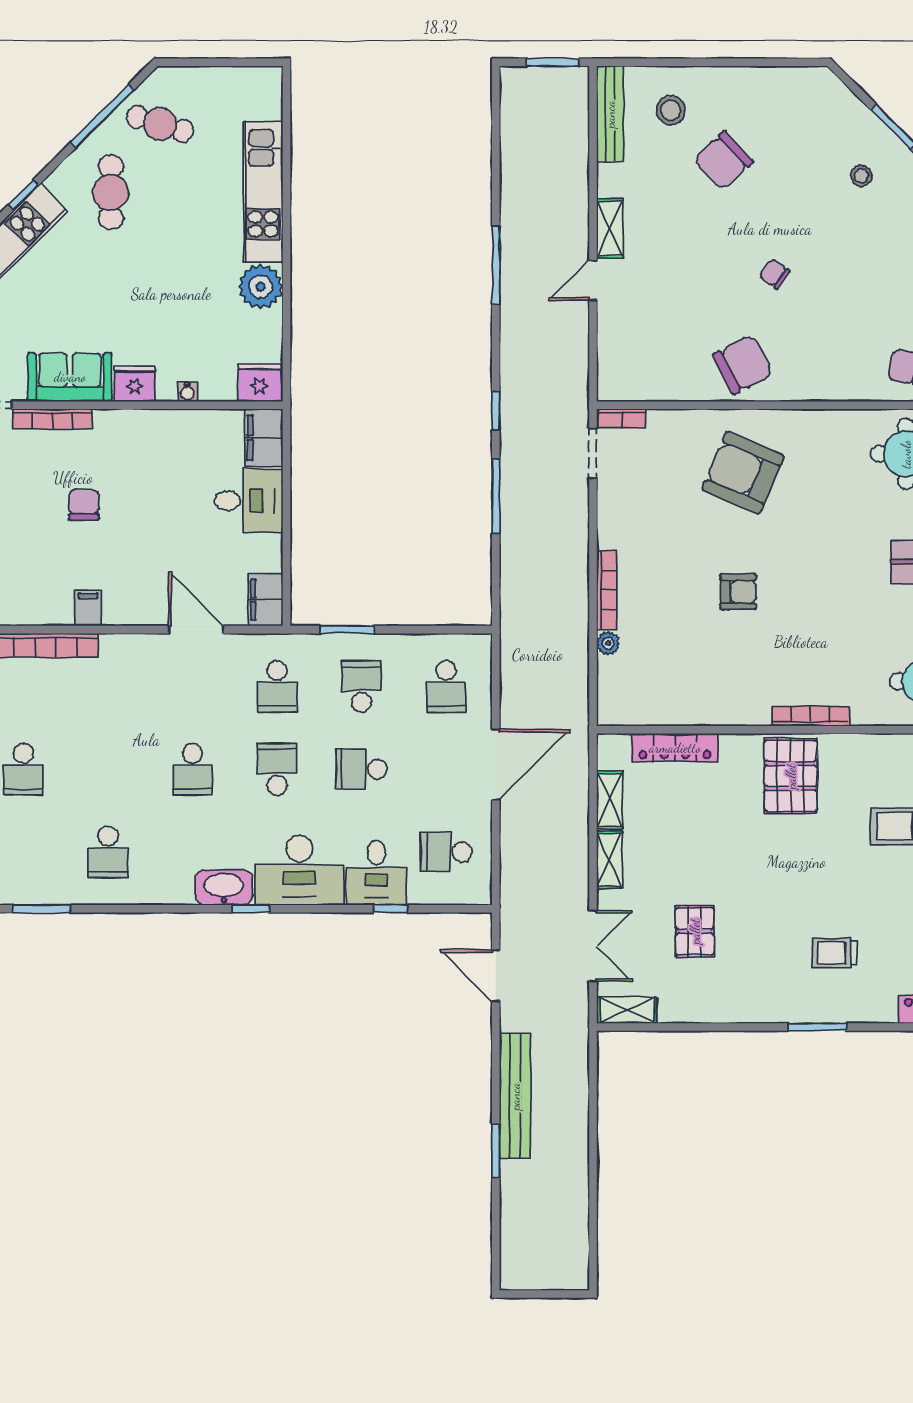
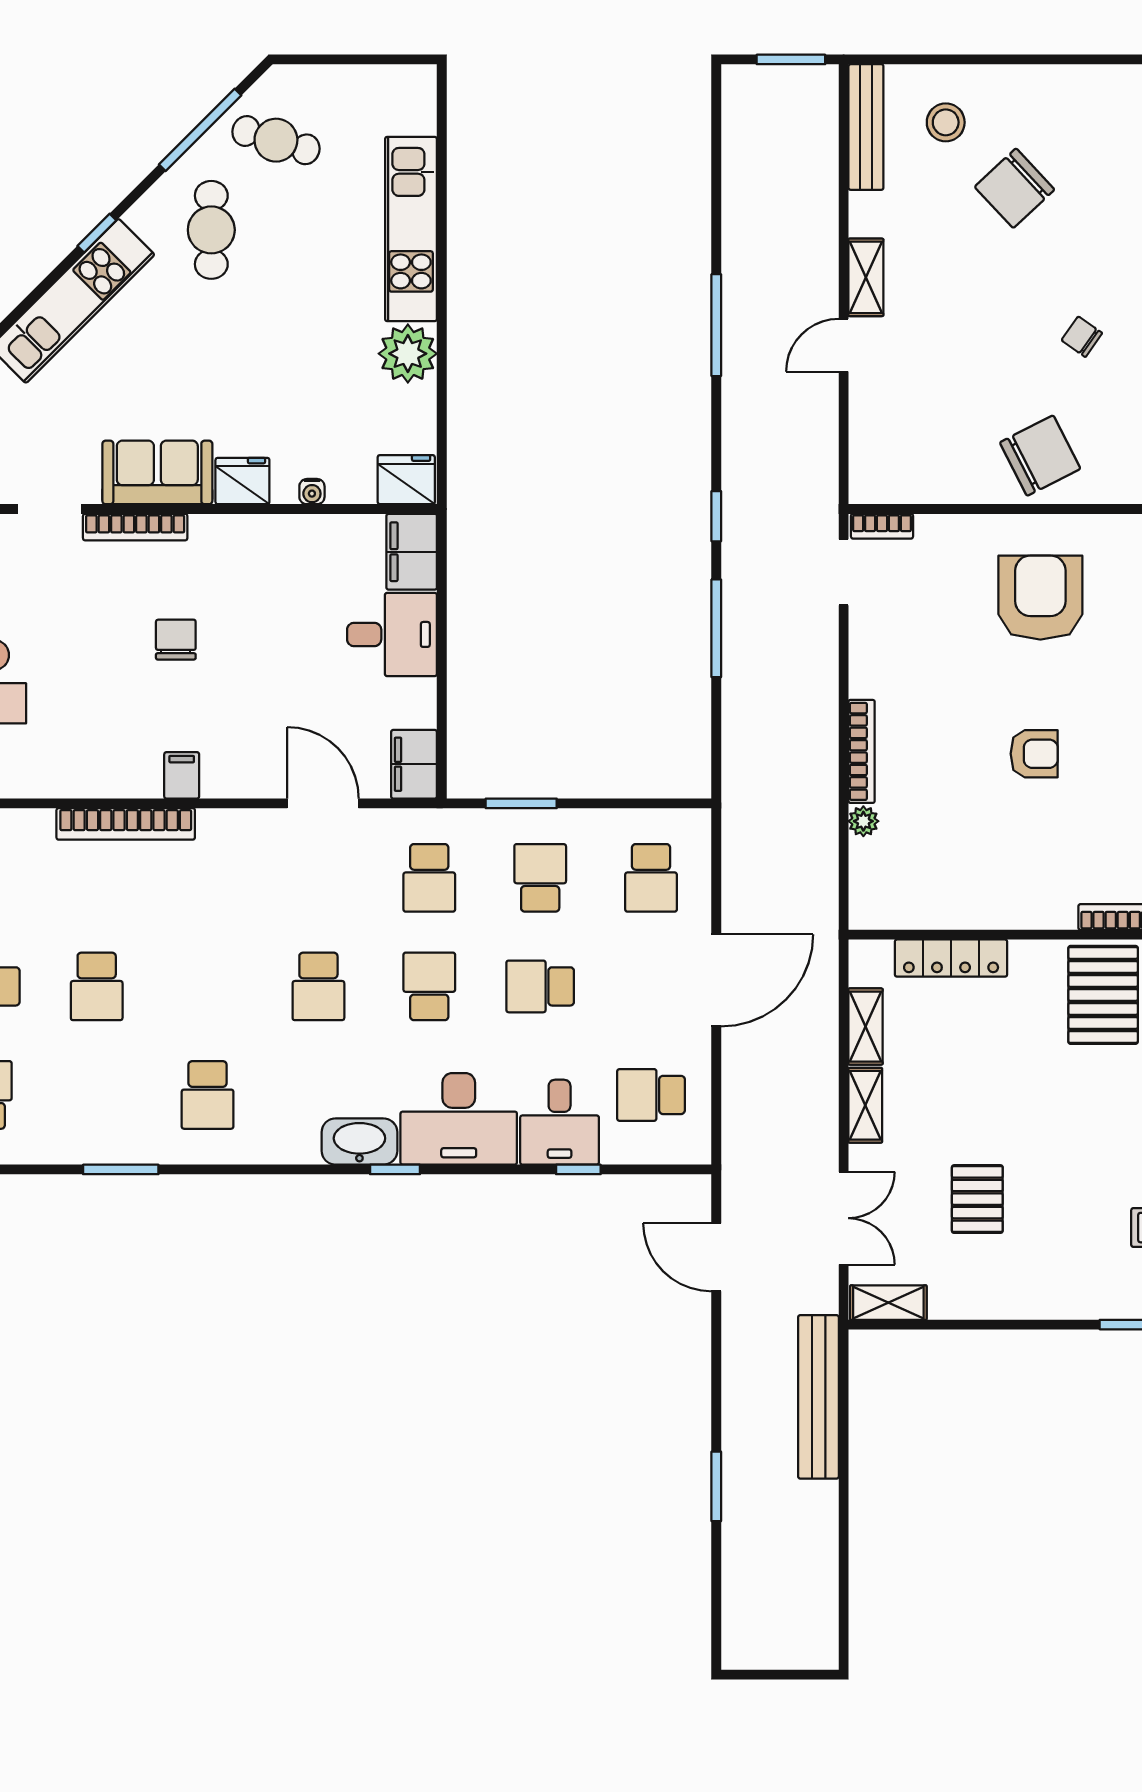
armchair: (743, 473) -> (1040, 598), turned 67
bench: (515, 1096) -> (818, 1397), moved

